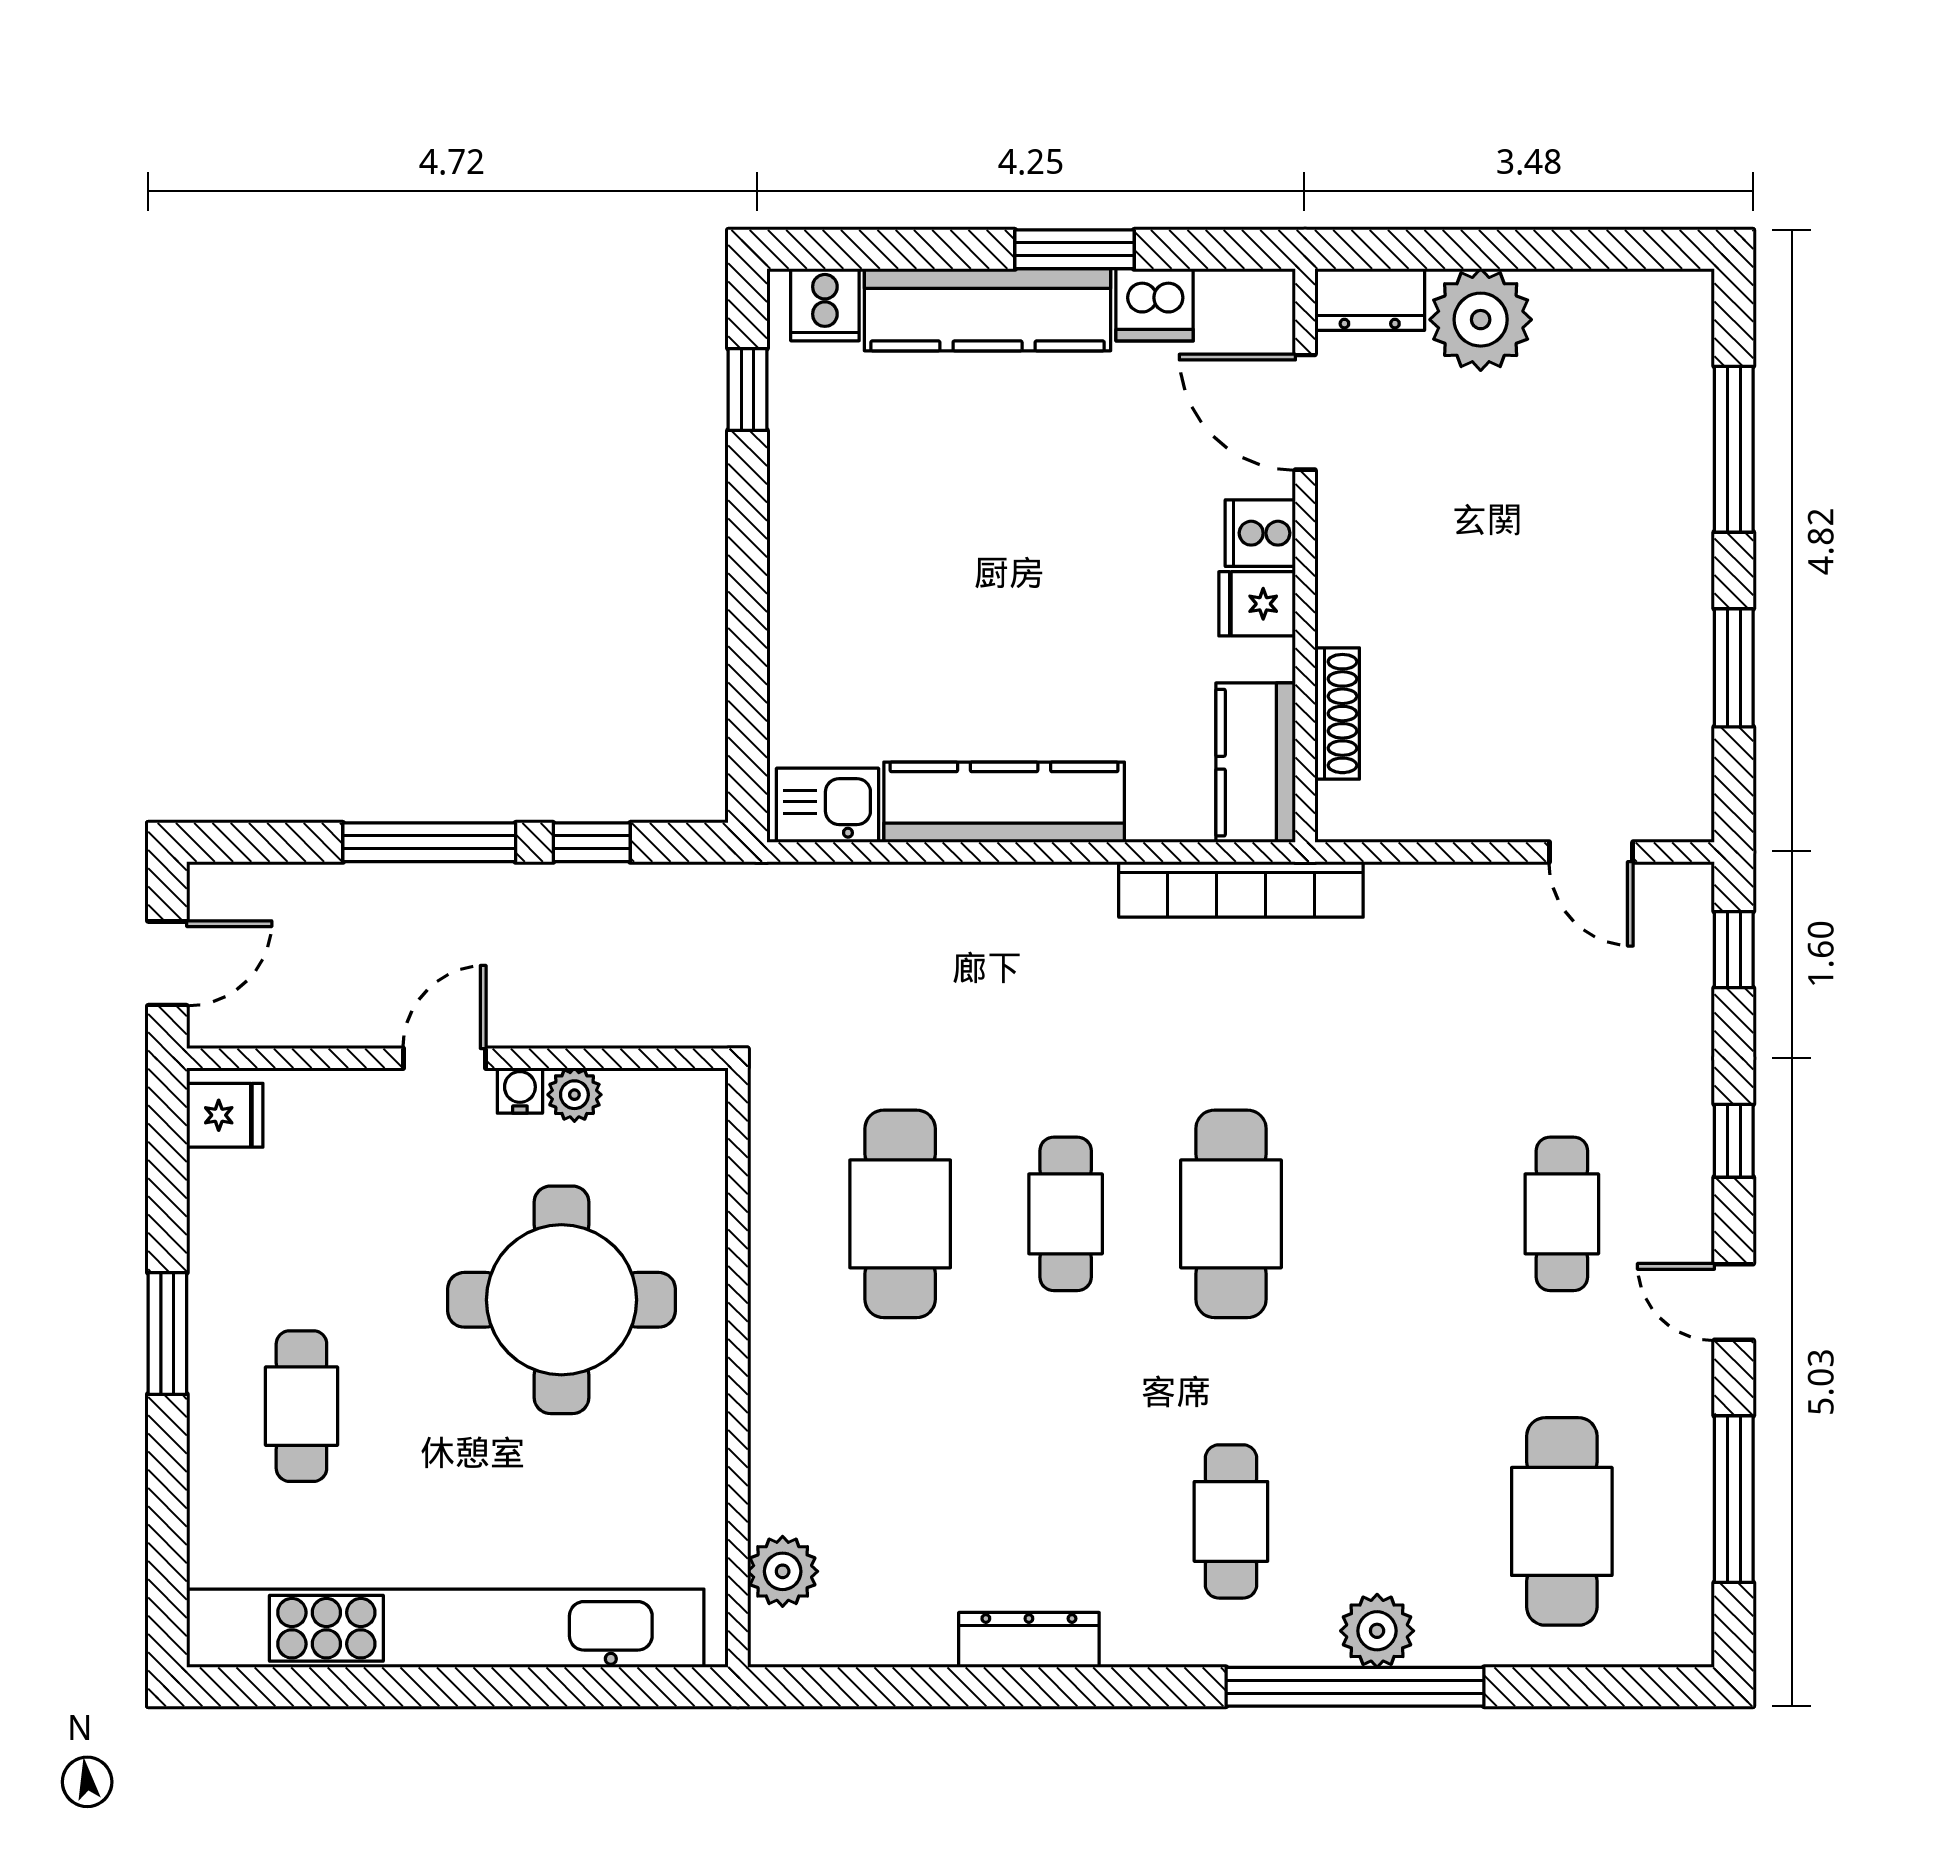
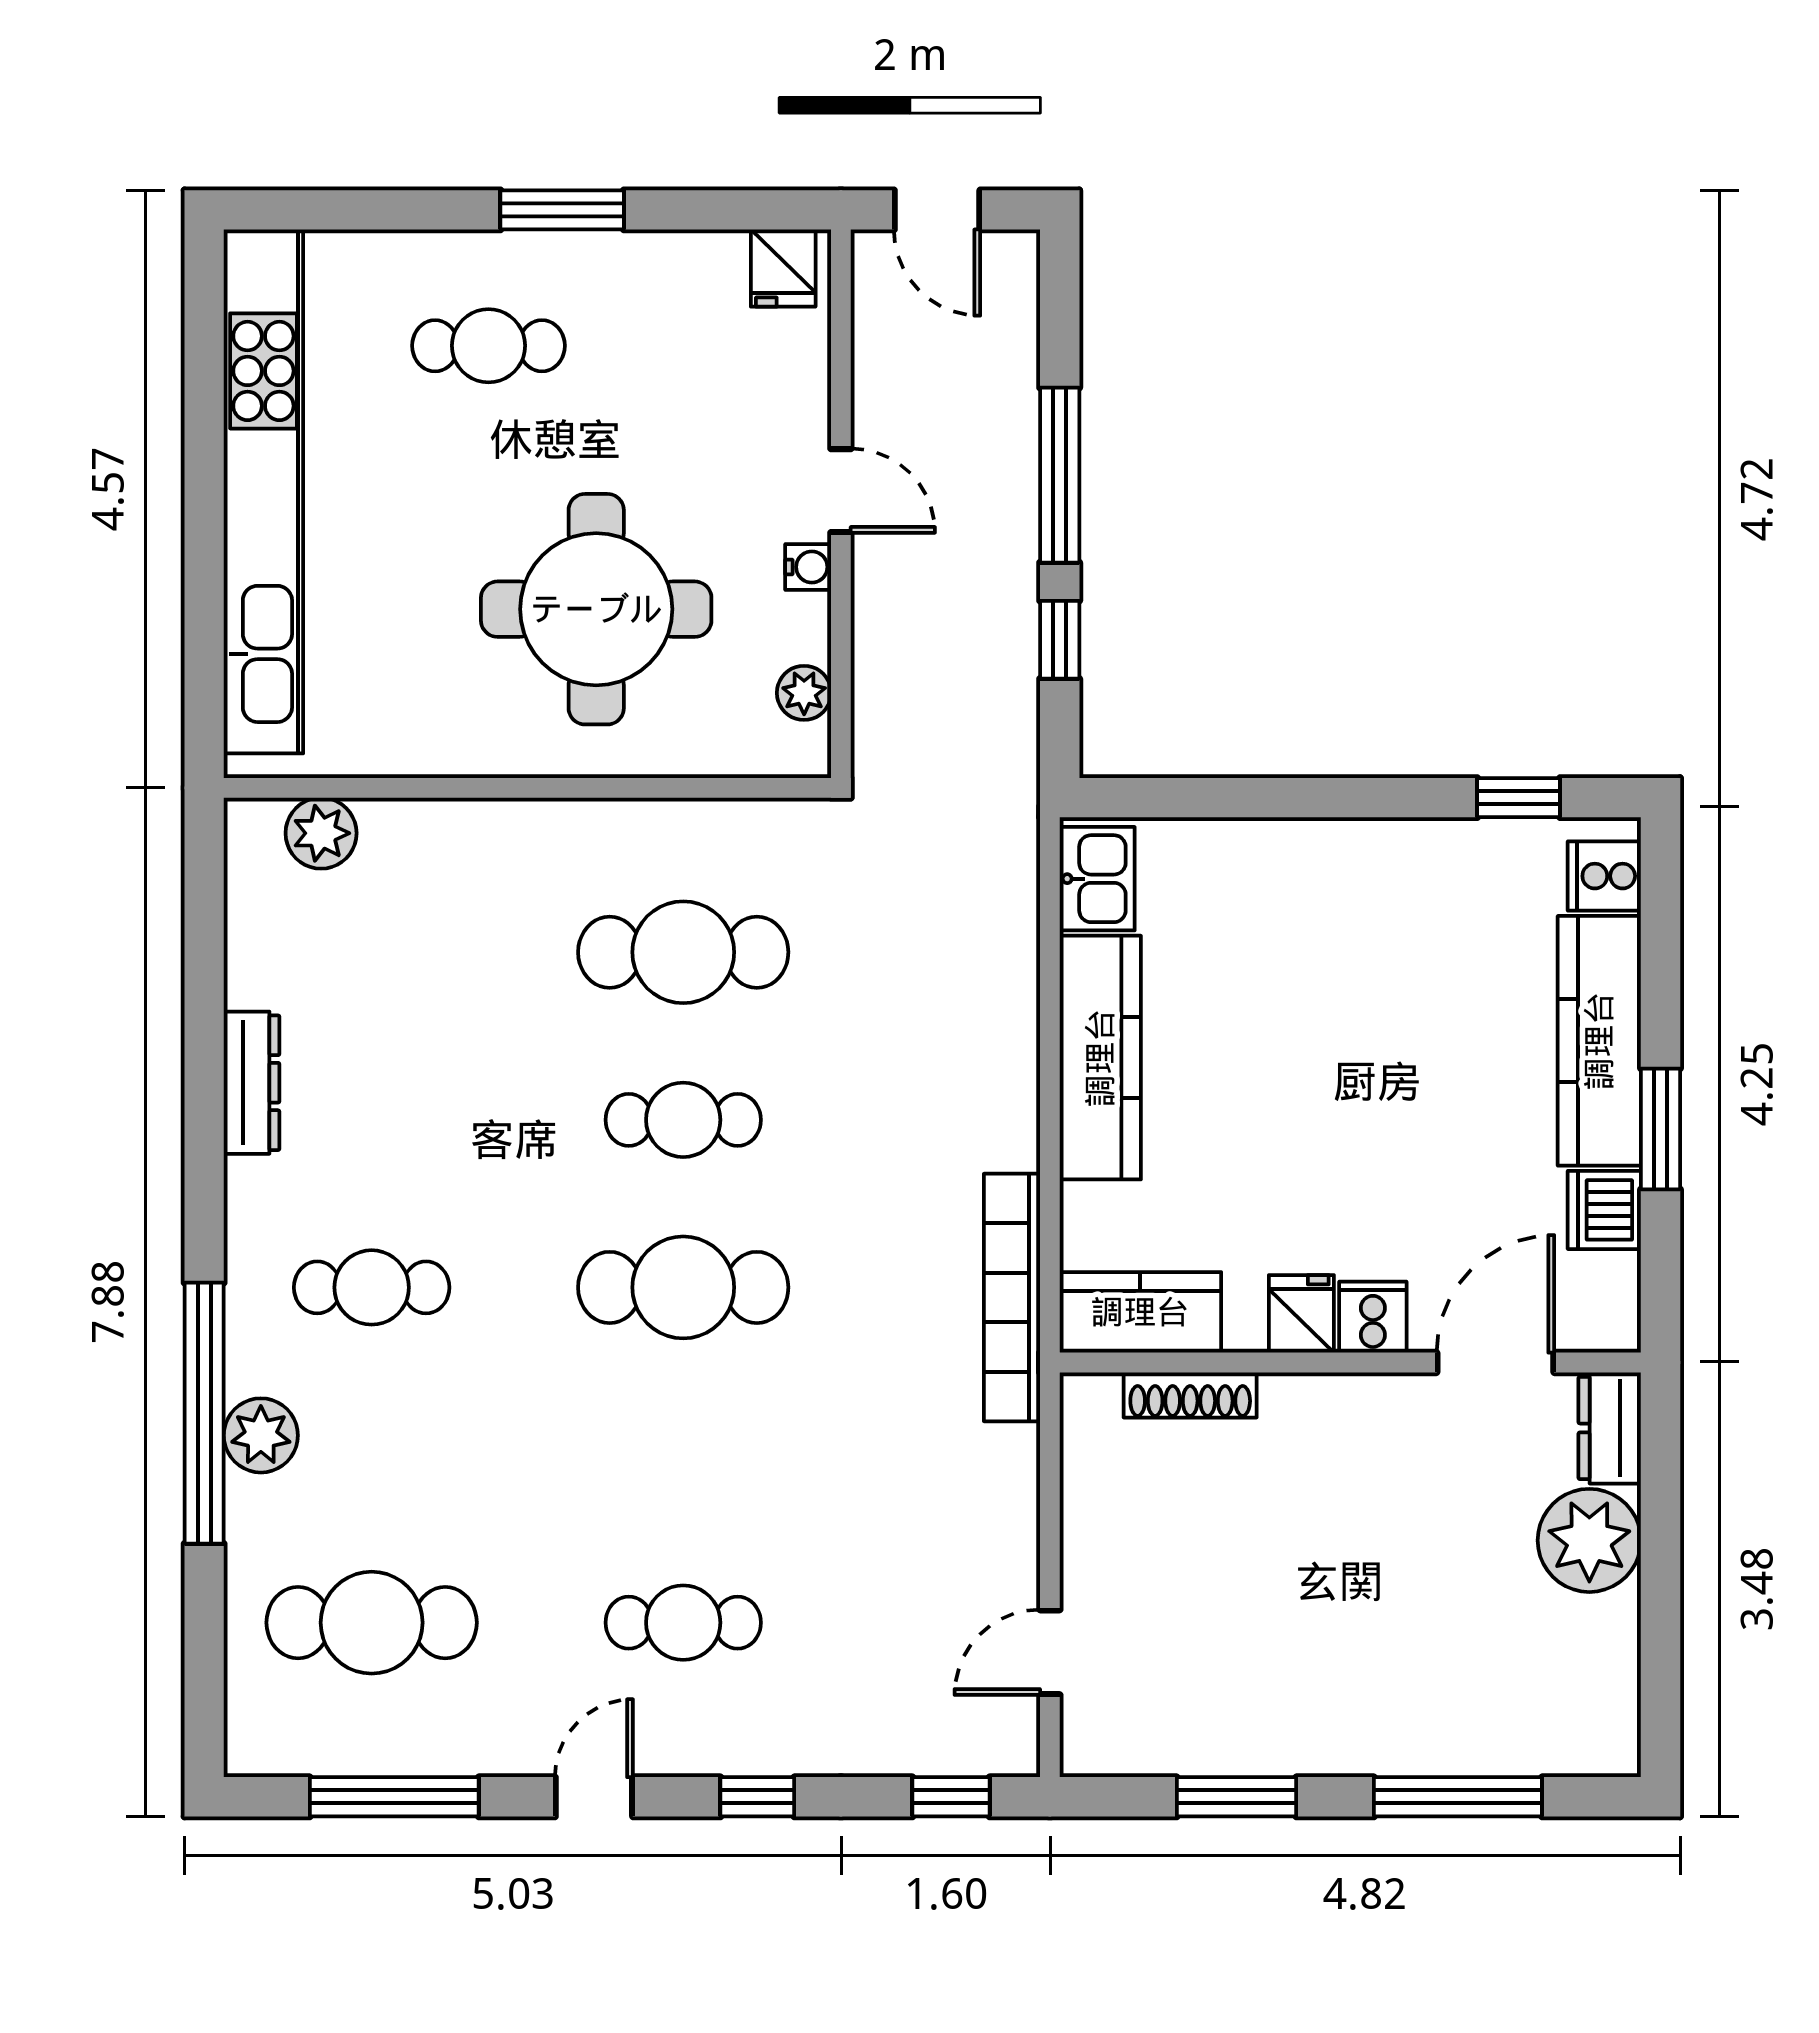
plant: (574, 1095) -> (804, 693), moved

